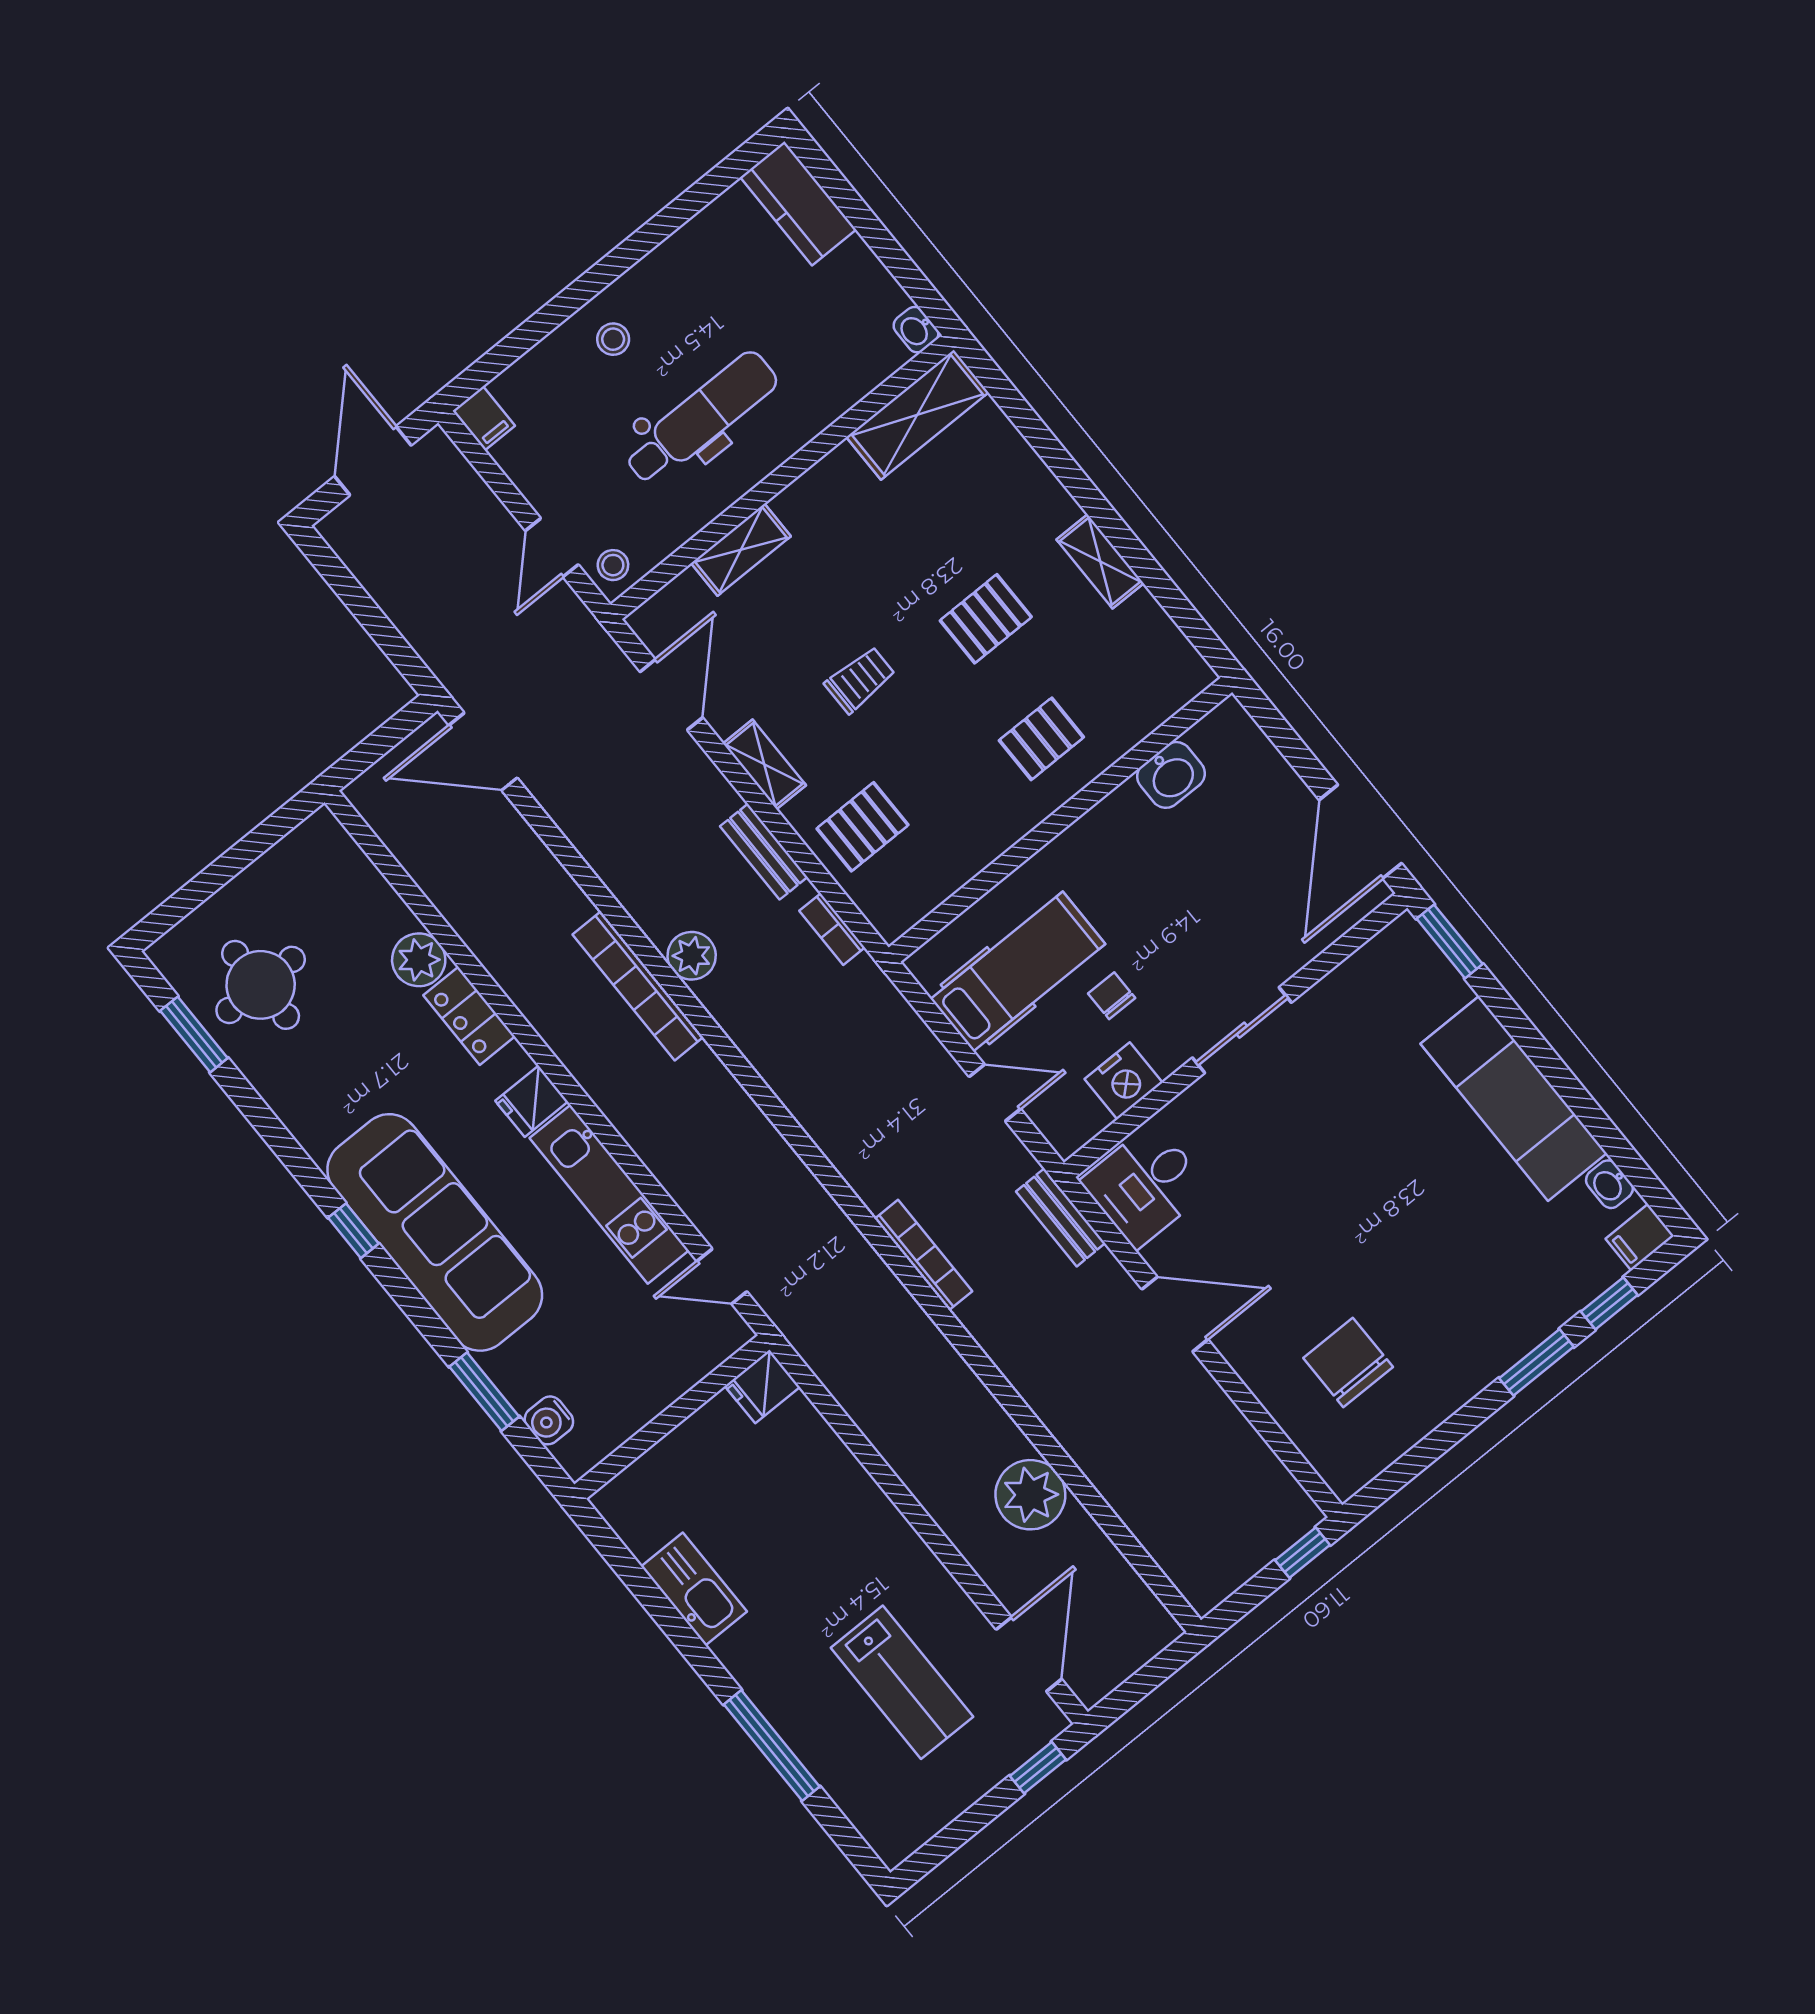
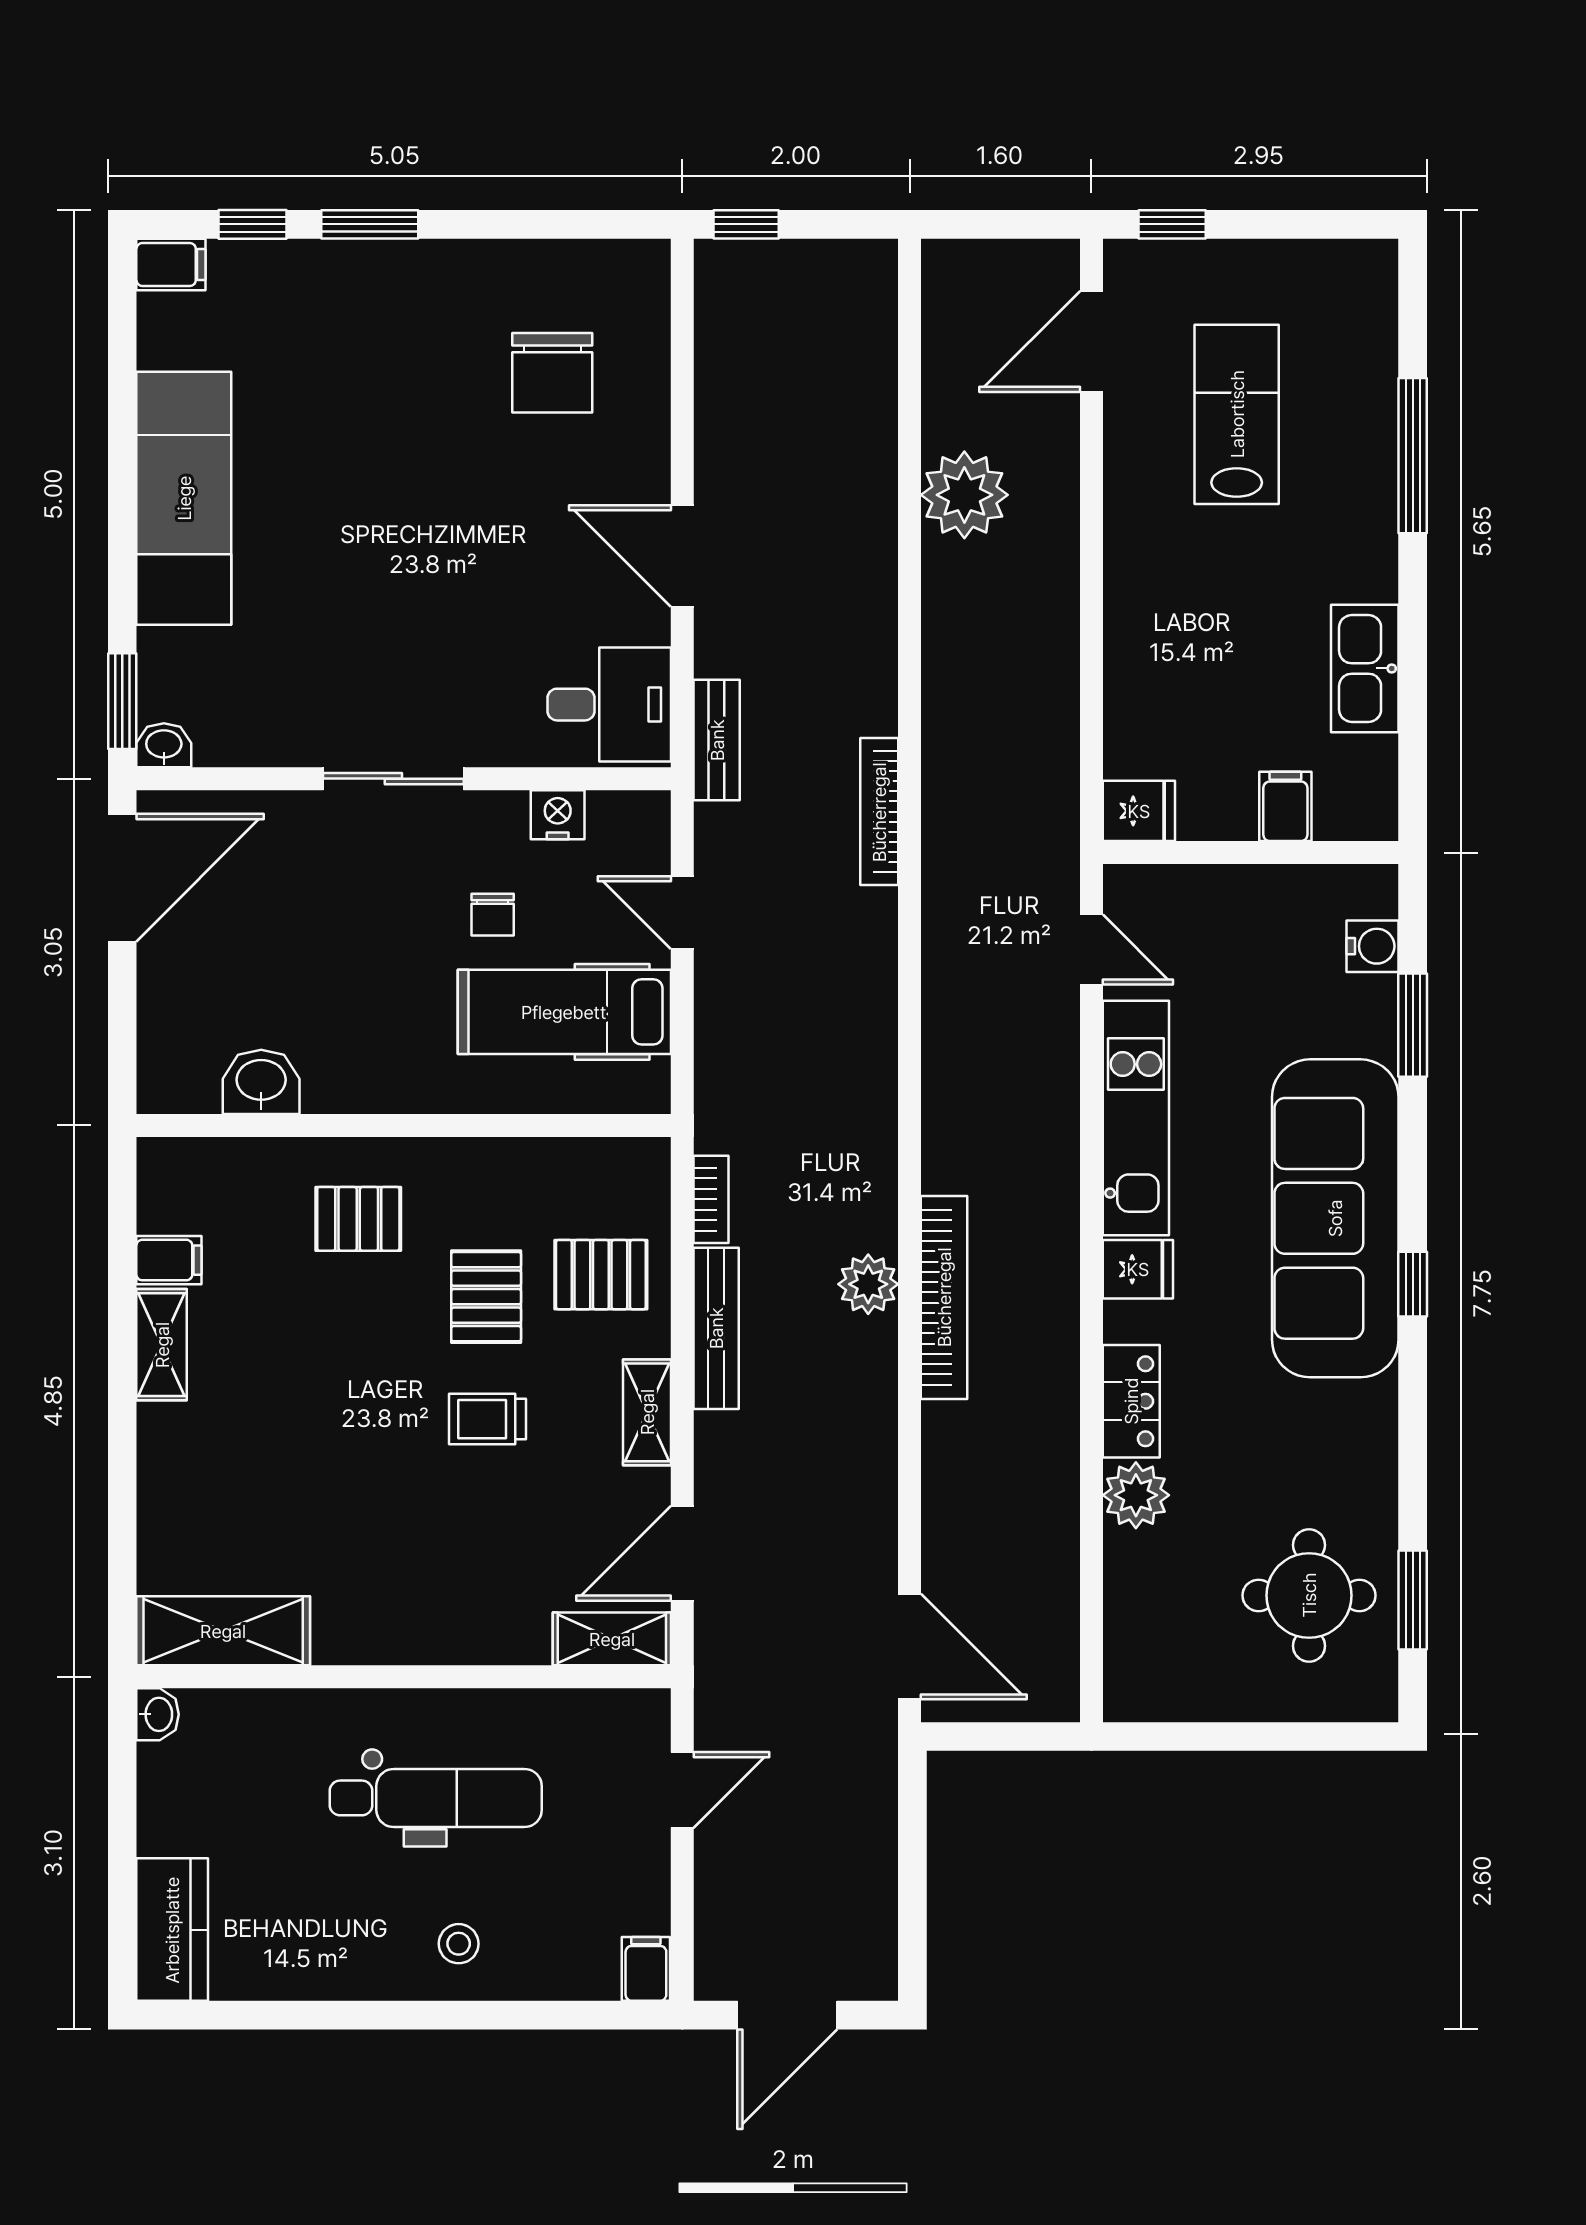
dental chair: (701, 418) -> (436, 1798), turned 180
shelving: (741, 550) -> (612, 1639), moved
stool: (613, 565) -> (637, 1725), removed
filing cabinet: (1138, 618) -> (169, 1260), added
pallet: (986, 619) -> (486, 1297), moved, turned 90
bench: (764, 852) -> (716, 1328), width x1.36
nightstand: (1124, 1081) -> (558, 815), width x0.74, depth x0.75
washbasin: (1609, 1184) -> (164, 745), moved, turned -90
filing cabinet: (674, 1463) -> (1285, 806), added

